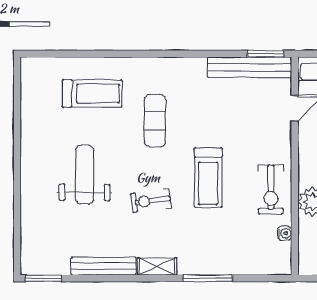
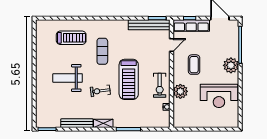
weight bench: (85, 175) -> (68, 78), turned -90
treadmill: (208, 178) -> (129, 79), width x1.37, depth x1.37

